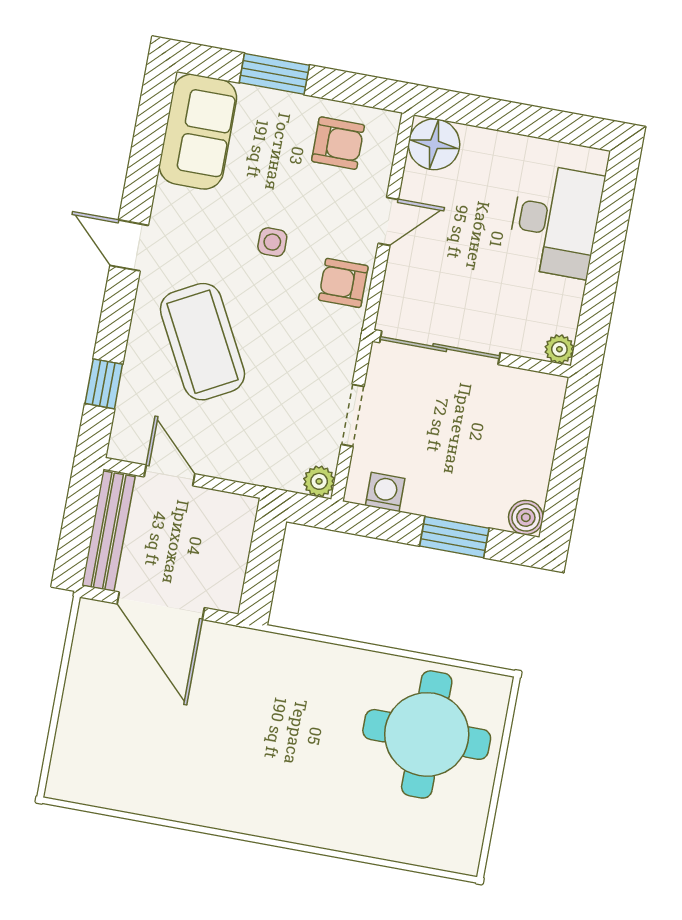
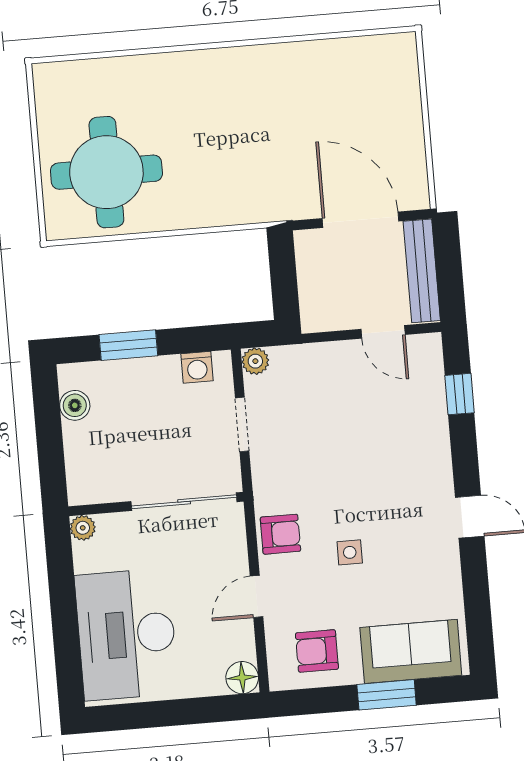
sofa: (198, 132) -> (411, 651), moved, turned 90
floor lamp: (434, 144) -> (242, 678), width x0.73, depth x0.73
desk: (555, 221) -> (126, 634), width x1.36, depth x1.30
coffee table: (202, 342) -> (386, 452), removed
boiler: (526, 517) -> (75, 405), moved

